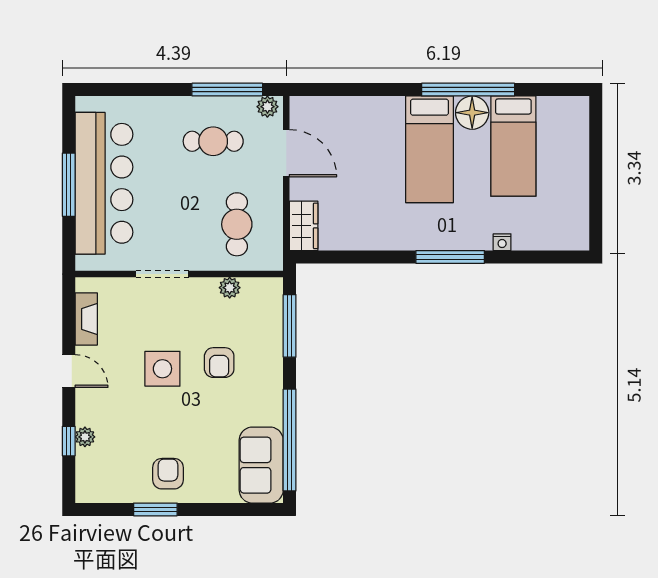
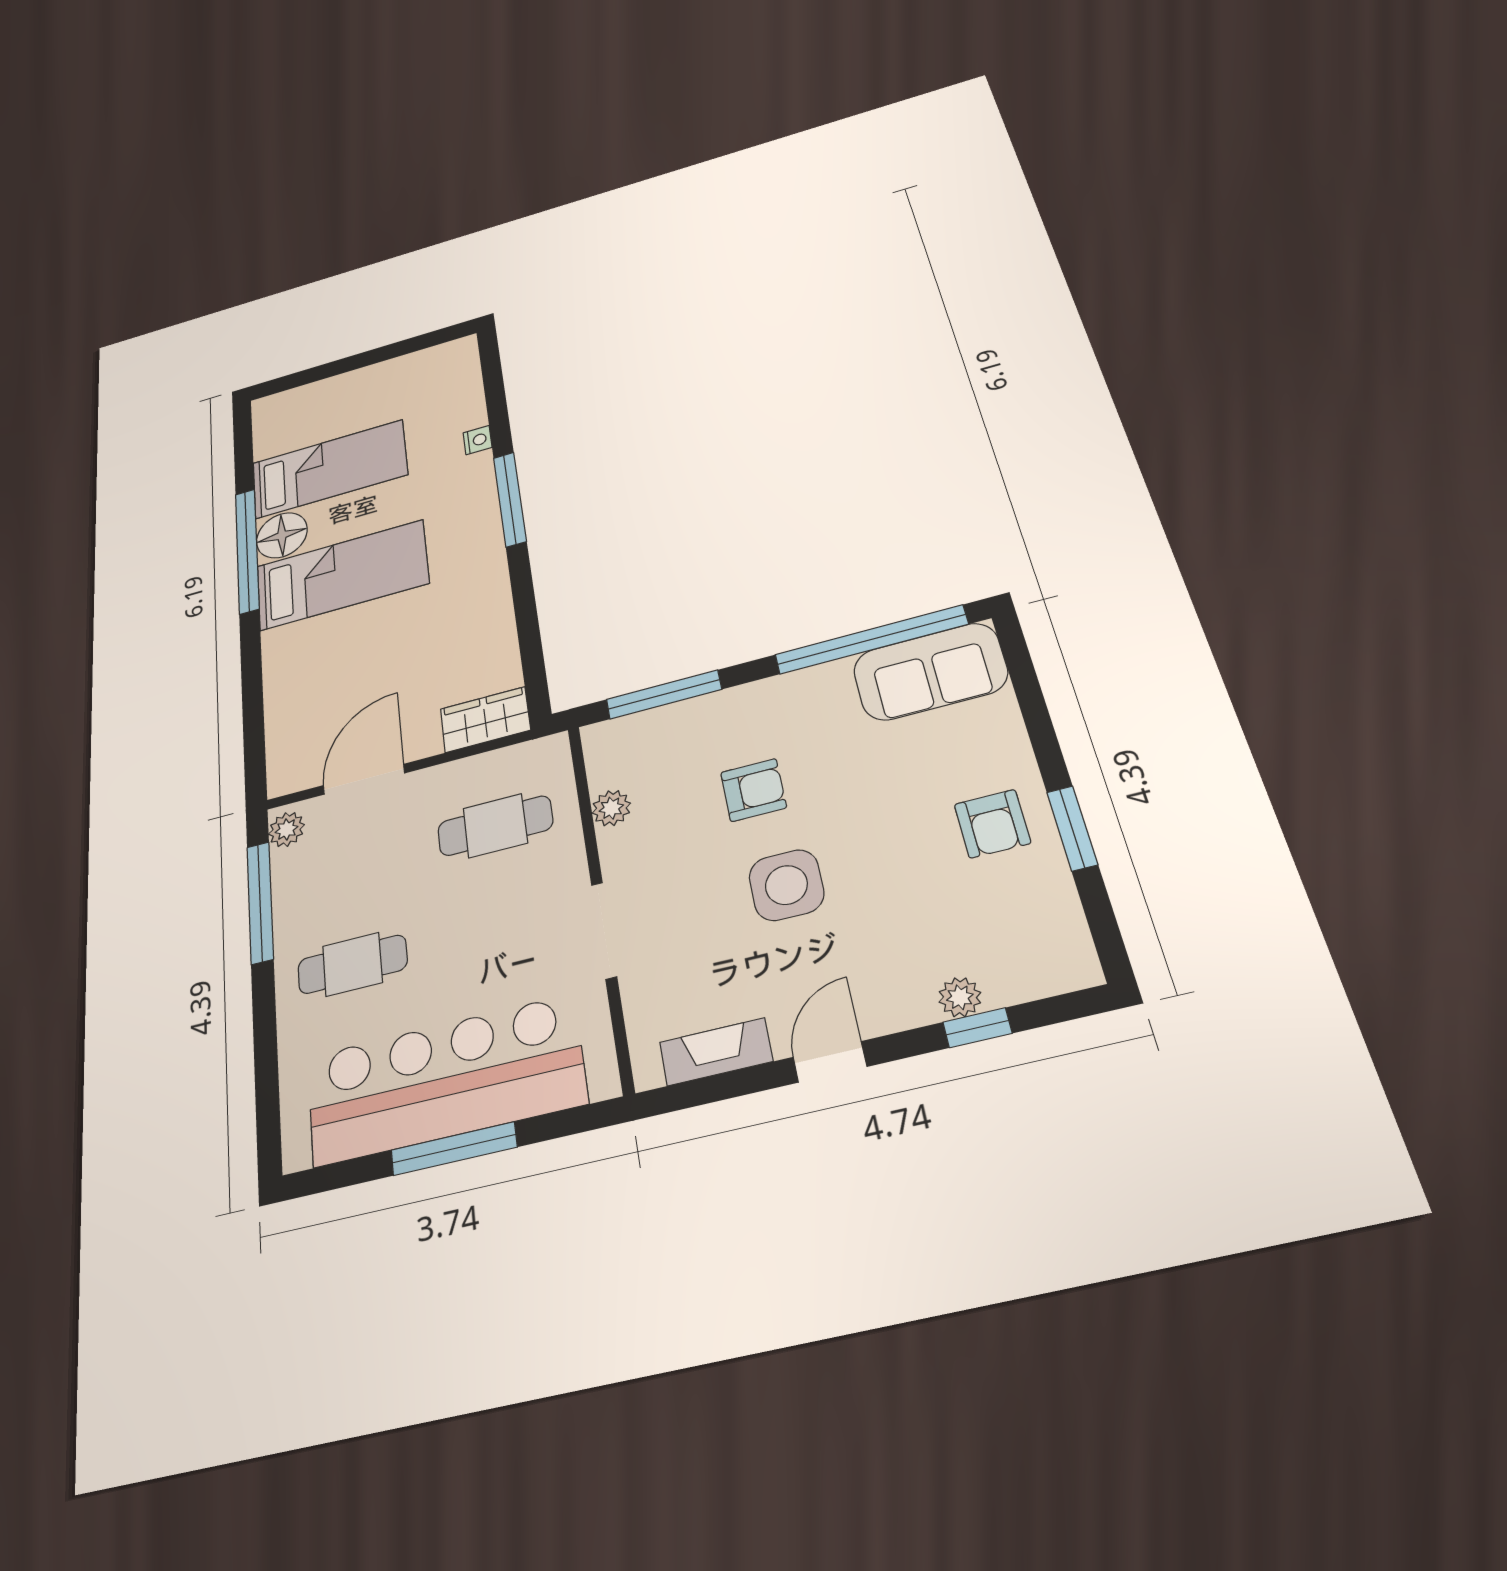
cafe table: (213, 141) -> (352, 964), moved, turned 90
armchair: (168, 474) -> (992, 824), turned -90

